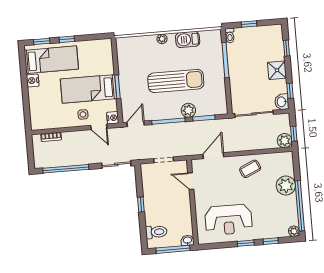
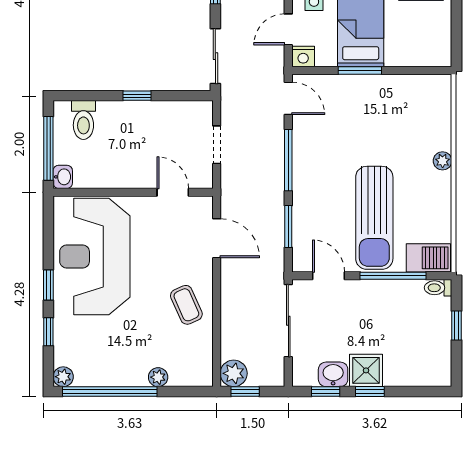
barbecue: (188, 39) -> (428, 258), moved, turned 90
window: (286, 48) -> (370, 392), moved
sun lounger: (176, 81) -> (374, 218), moved
door: (228, 94) -> (329, 276), added
washbasin: (282, 102) -> (333, 374), moved
plant: (188, 110) -> (305, 199), removed
door: (191, 181) -> (173, 192), hinge flipped
plant: (286, 186) -> (158, 377), width x0.53, depth x0.53
reception desk: (228, 220) -> (95, 256), width x1.36, depth x1.30

